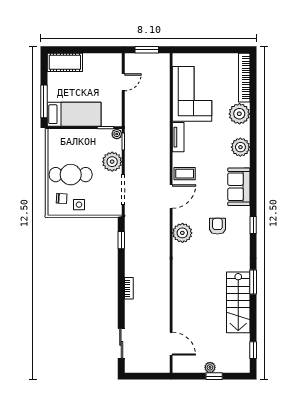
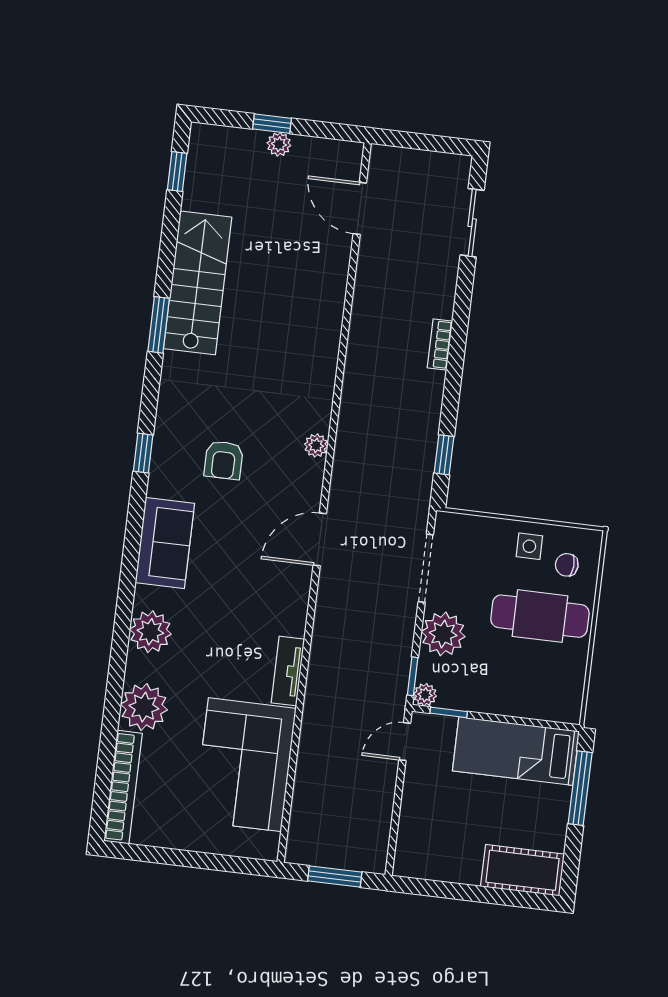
door: (123, 82) -> (405, 742), moved
coffee table: (185, 174) -> (283, 587), removed
plant: (182, 233) -> (316, 445), width x0.53, depth x0.53

